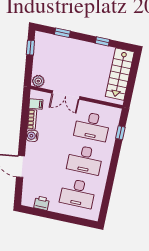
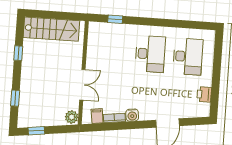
desk: (92, 126) -> (113, 51), removed

